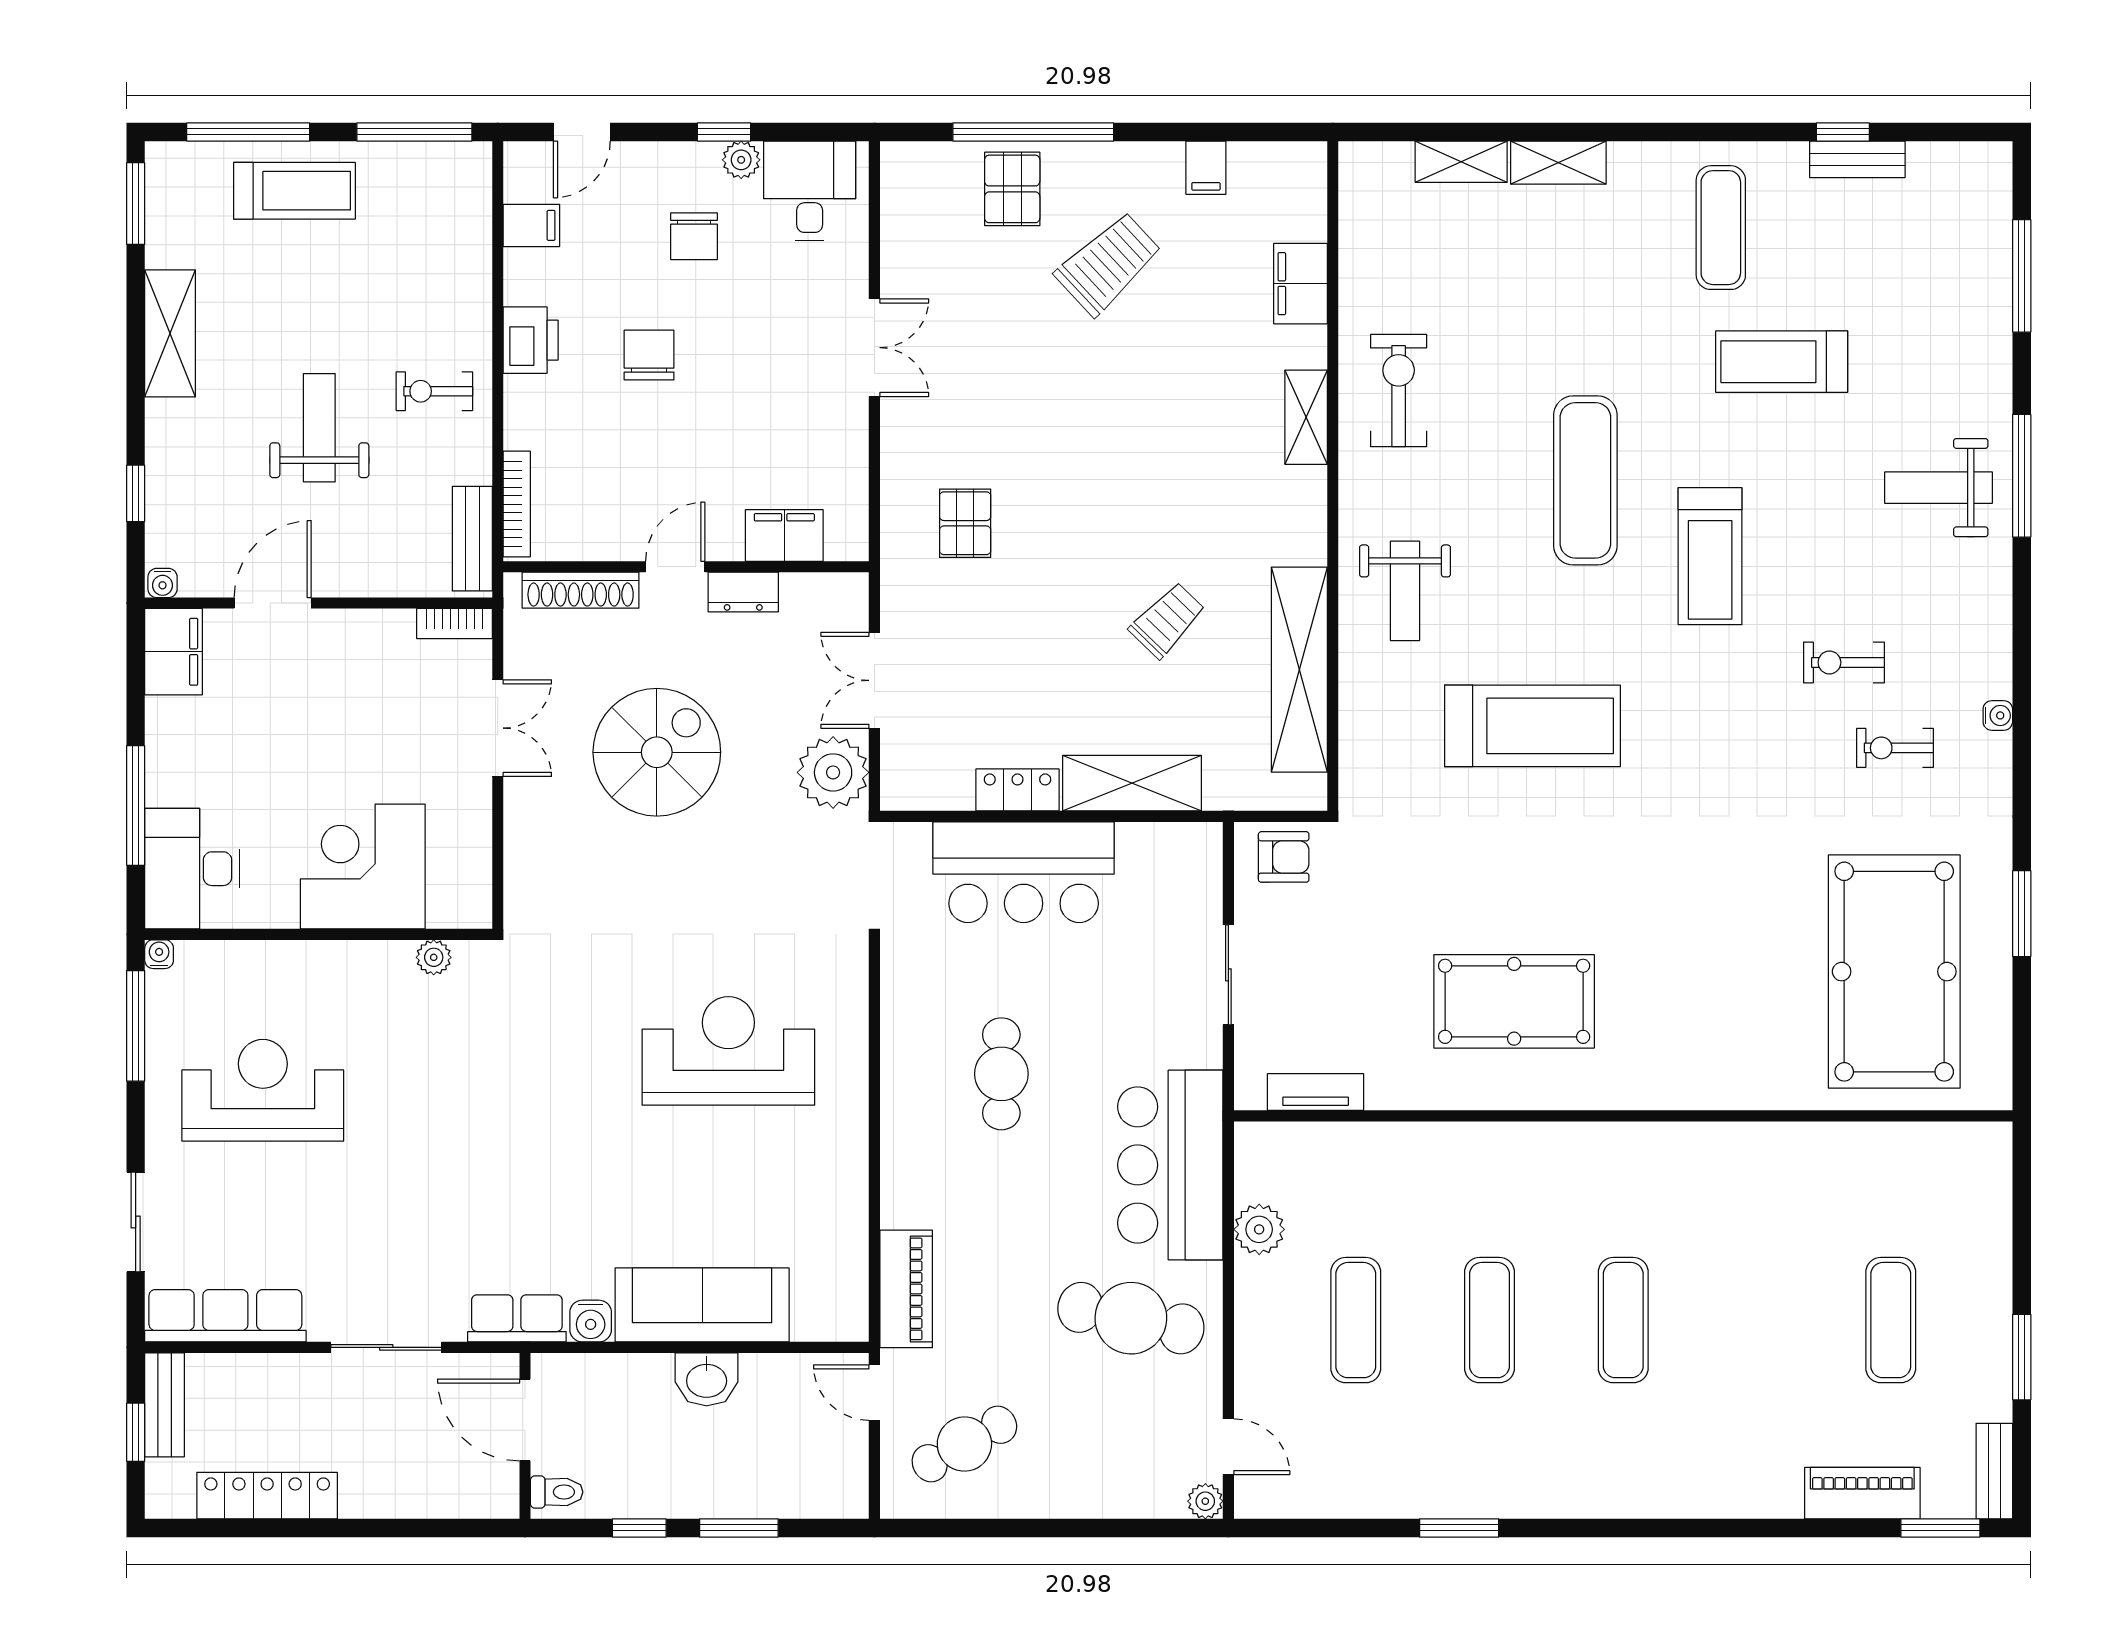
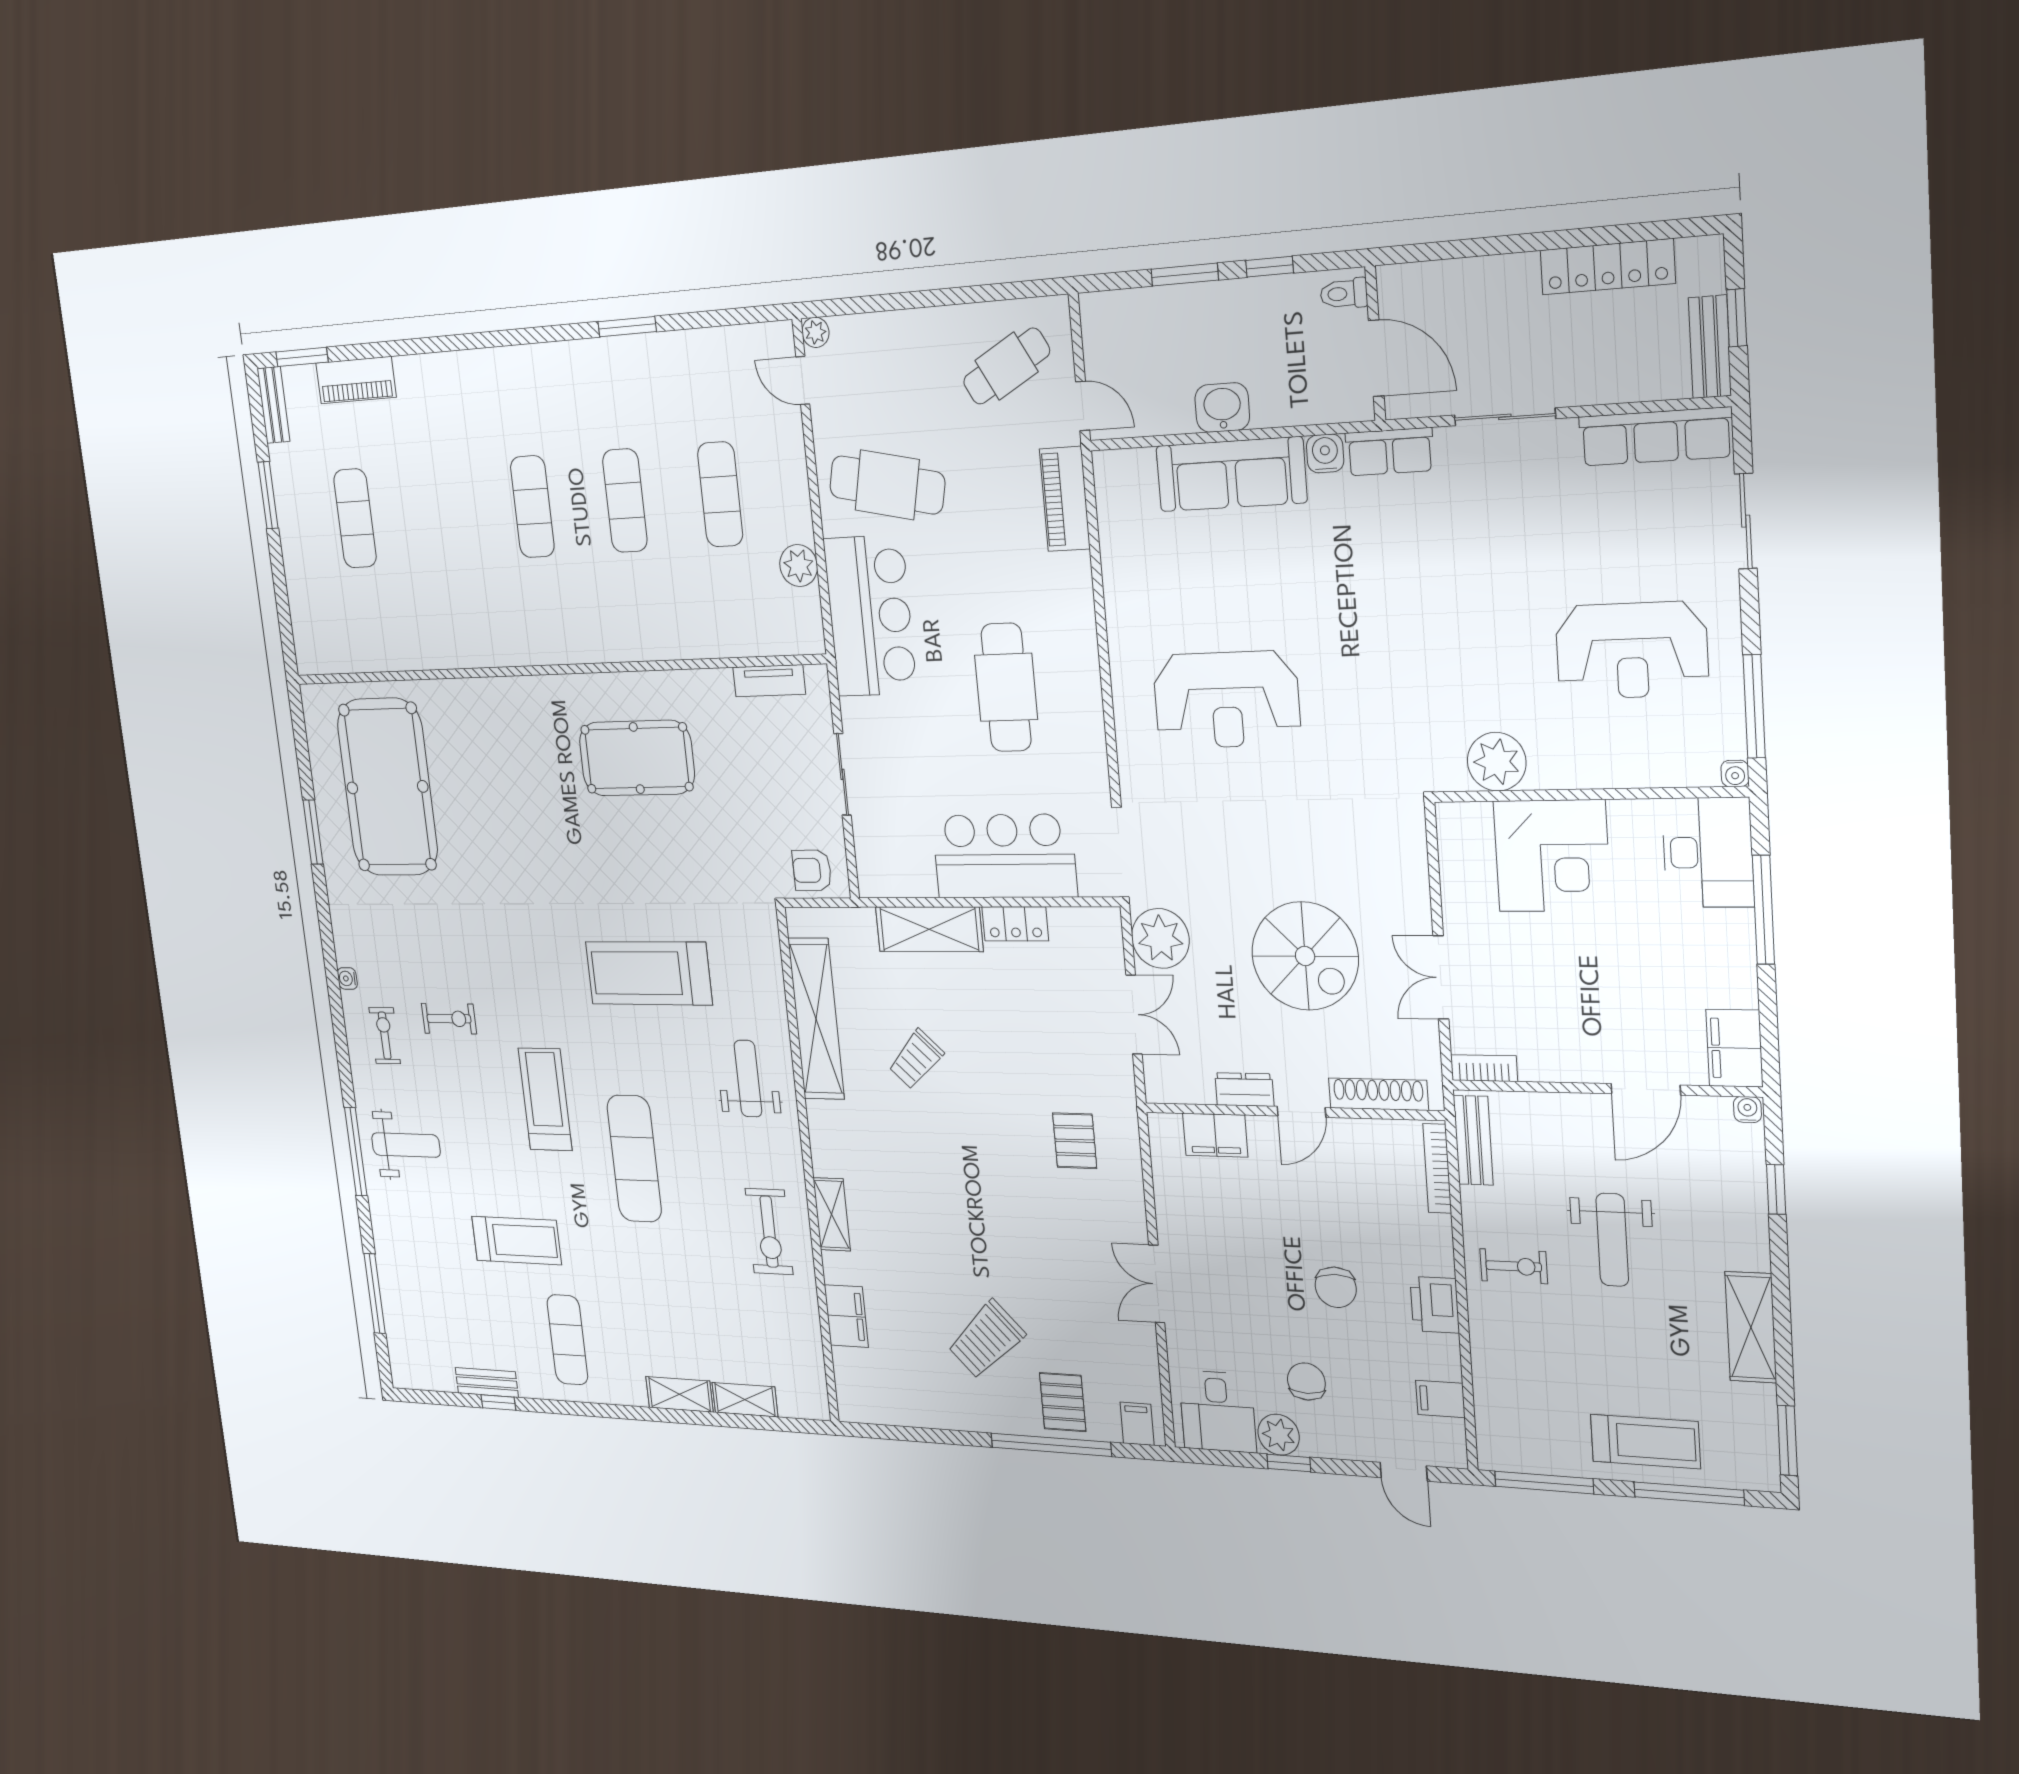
door: (582, 132) -> (1404, 1472), swing flipped
plant: (741, 160) -> (1279, 1435), width x1.38, depth x1.38
filing cabinet: (1206, 168) -> (1137, 1424), moved
treadmill: (294, 191) -> (1645, 1442), turned 180
exercise bike: (1895, 748) -> (385, 1036), moved, turned -90
spiral stairs: (657, 752) -> (1305, 956), turned -90
plant: (434, 957) -> (1497, 762), width x1.88, depth x1.88
cafe table: (1001, 1074) -> (1006, 687), width x1.37, depth x1.35

